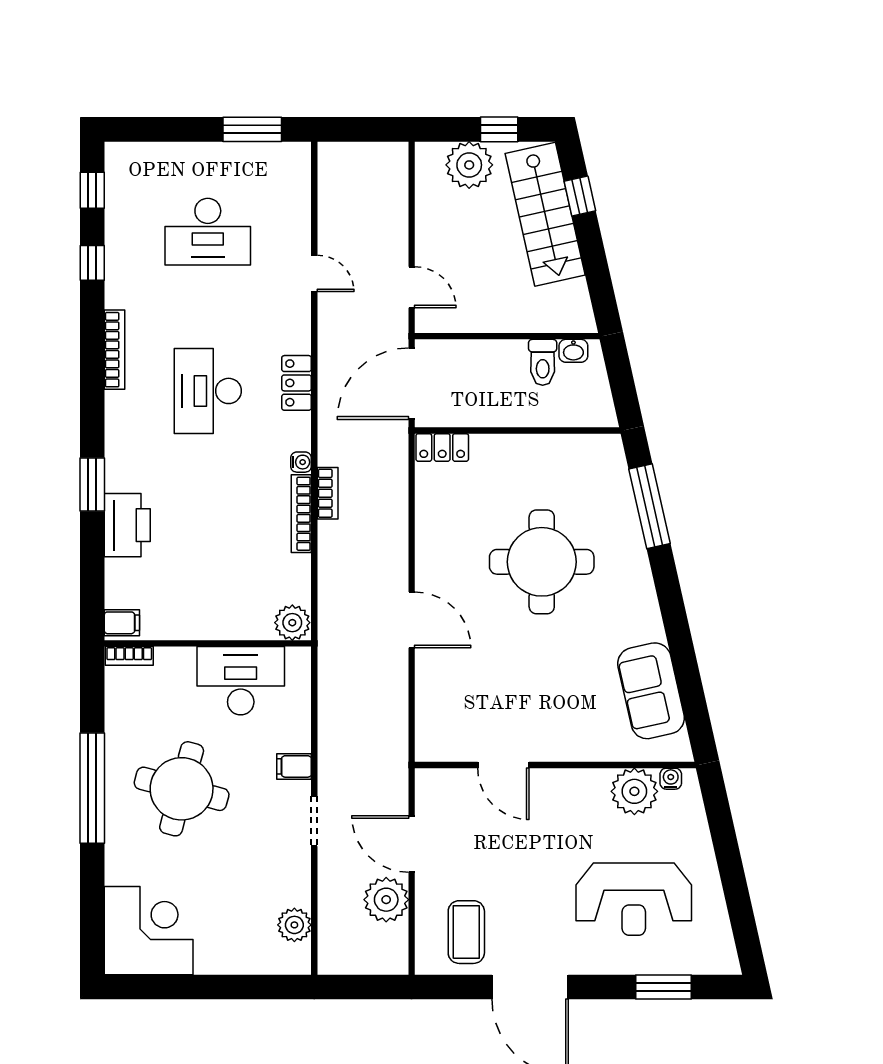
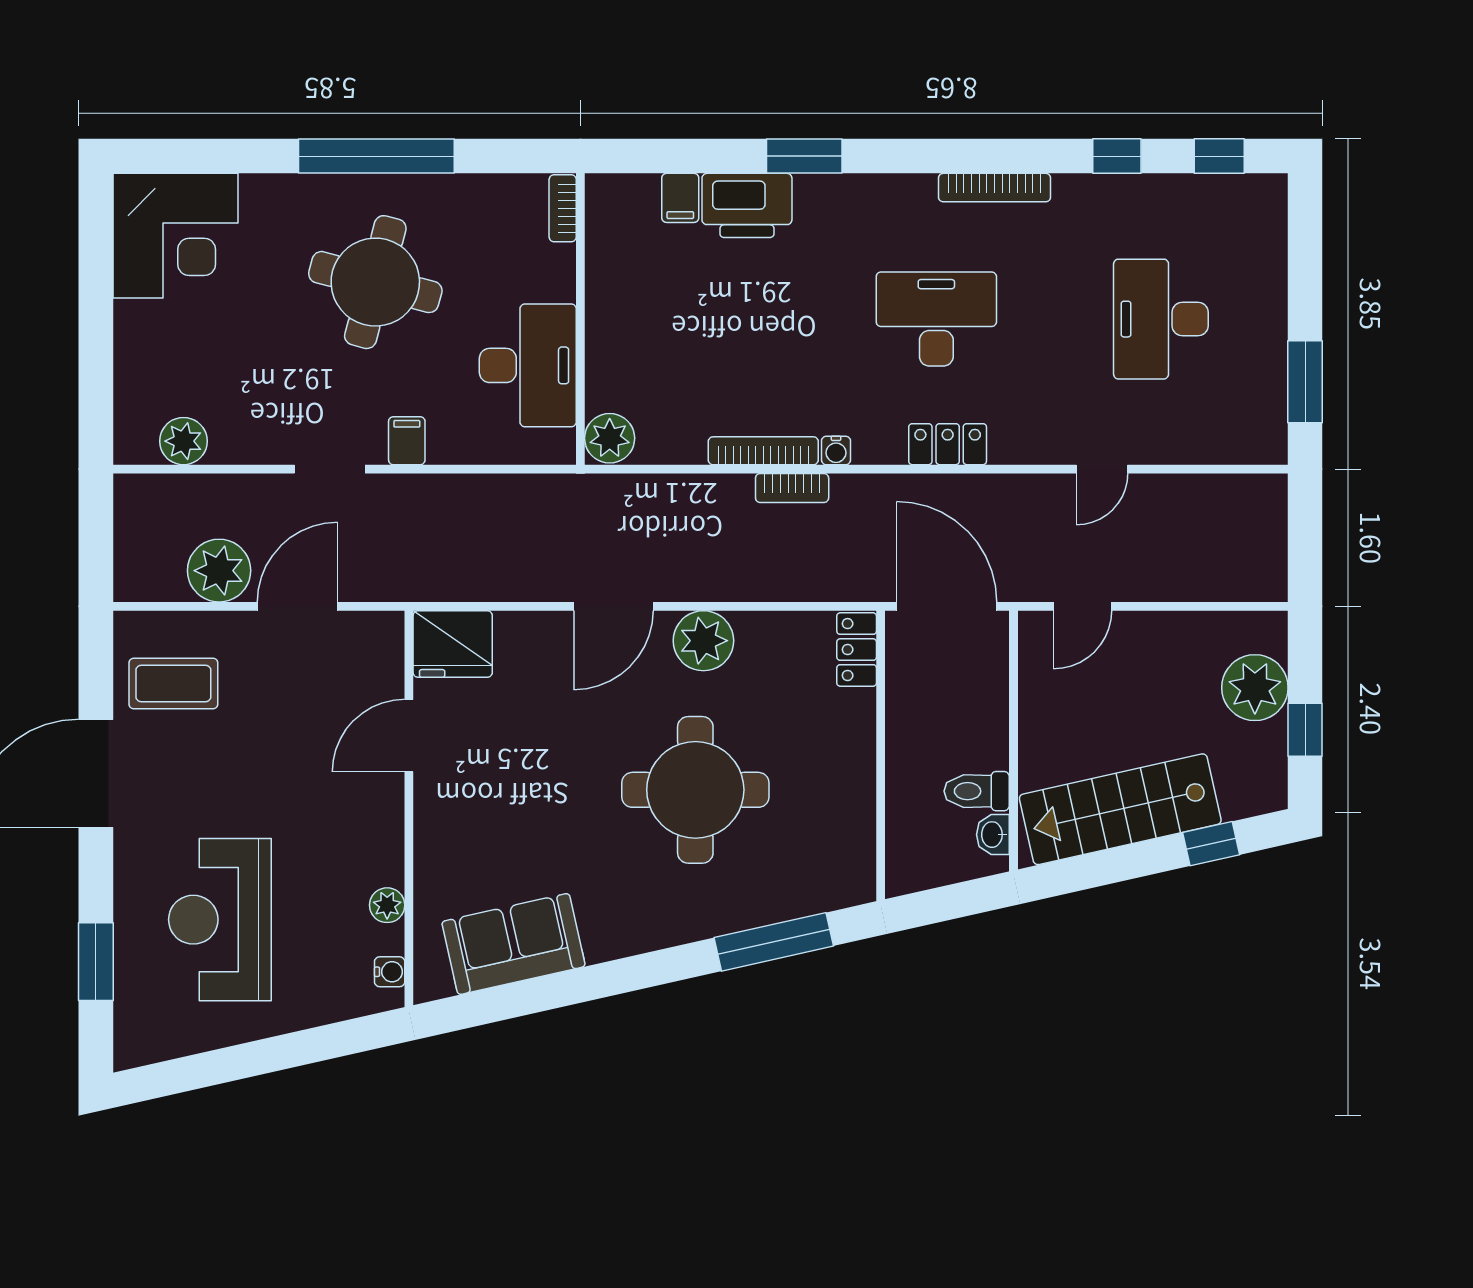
stairs: (545, 214) -> (1120, 809), moved
plant: (436, 556) -> (703, 641), added
filing cabinet: (122, 623) -> (680, 198), moved
fridge: (438, 734) -> (453, 644), added
plant: (634, 791) -> (387, 905), width x0.53, depth x0.53

